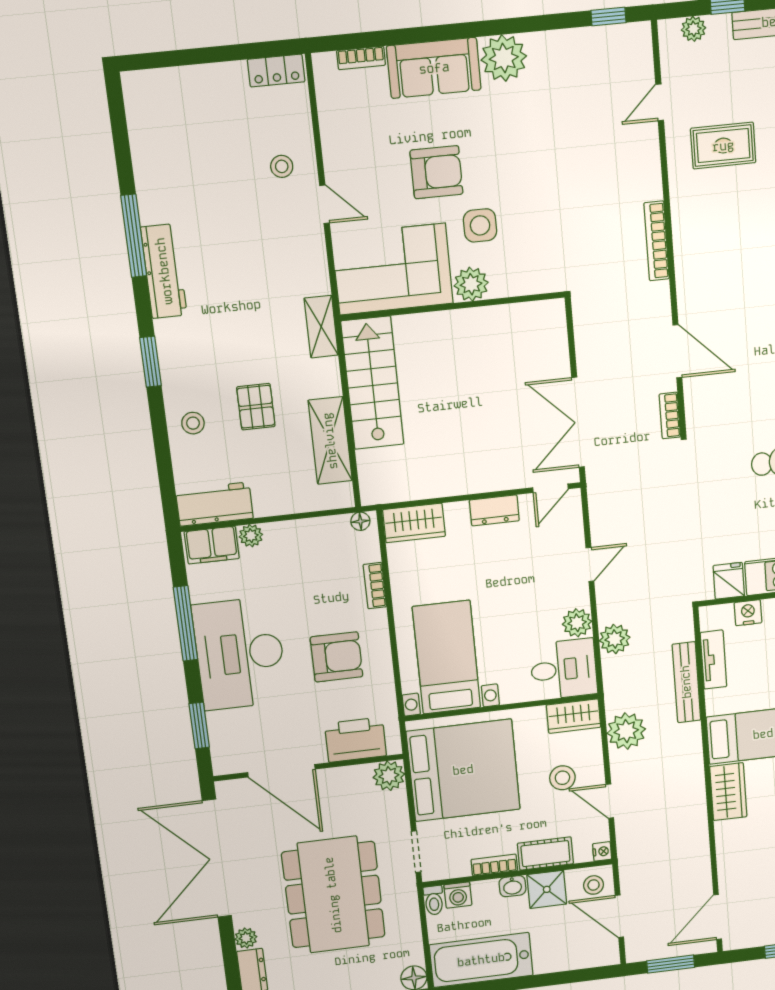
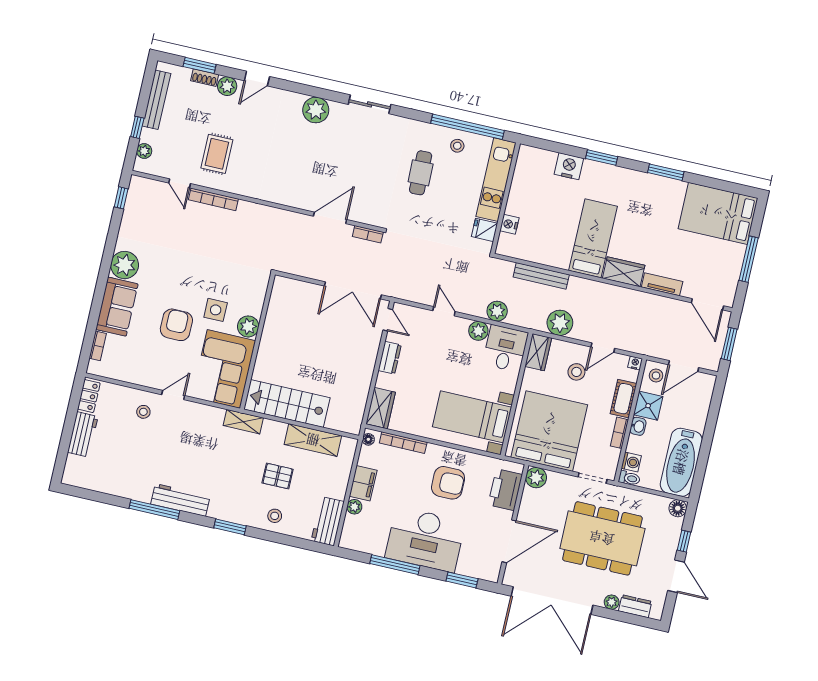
workbench: (211, 81) -> (83, 434), added
bookcase: (657, 241) -> (213, 199), moved
filing cabinet: (212, 545) -> (363, 483), moved
bookcase: (375, 586) -> (403, 443), width x1.56
armchair: (336, 657) -> (448, 483), turned 90
tv unit: (714, 660) -> (662, 284), moved

